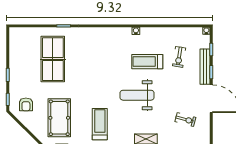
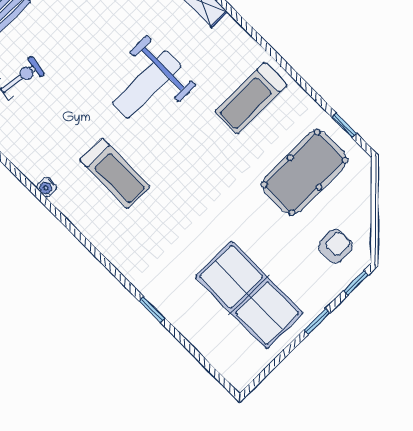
table tennis table: (53, 59) -> (249, 295), moved, turned 90
treadmill: (147, 62) -> (115, 173), moved
weight bench: (137, 95) -> (147, 85), turned 90

